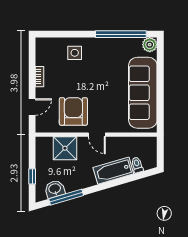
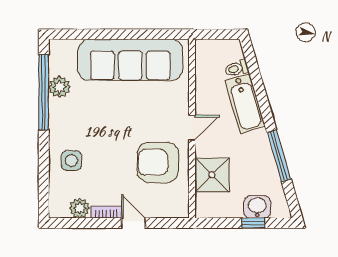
plant: (150, 45) -> (59, 87), moved
plant: (42, 58) -> (80, 208), added
door: (32, 107) -> (134, 223), moved
washbasin: (55, 189) -> (257, 207), moved, turned 106
window: (66, 197) -> (279, 156), moved

